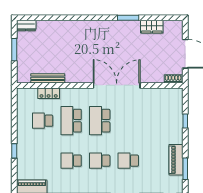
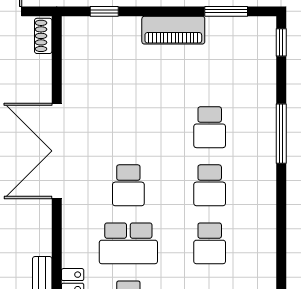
school desk: (100, 121) -> (128, 185), width x0.54
window: (185, 121) -> (104, 11), moved
piano: (176, 160) -> (173, 30), moved

